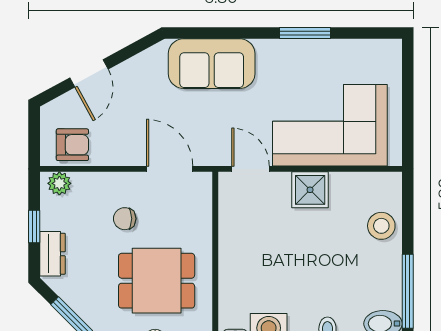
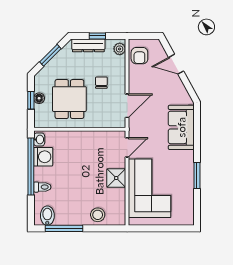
dresser: (52, 254) -> (88, 45), width x1.44

